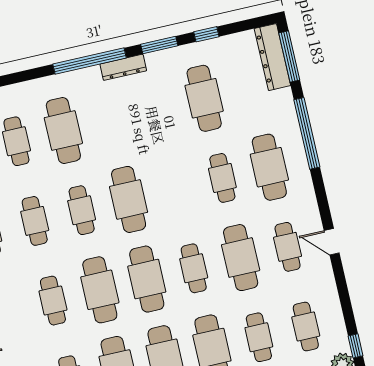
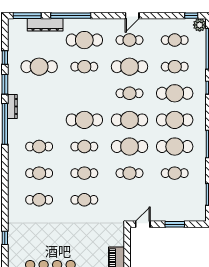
dresser: (272, 57) -> (45, 25), moved
cafe table: (63, 131) -> (39, 147), width x0.73, depth x0.74

